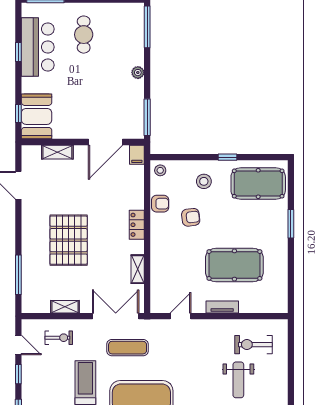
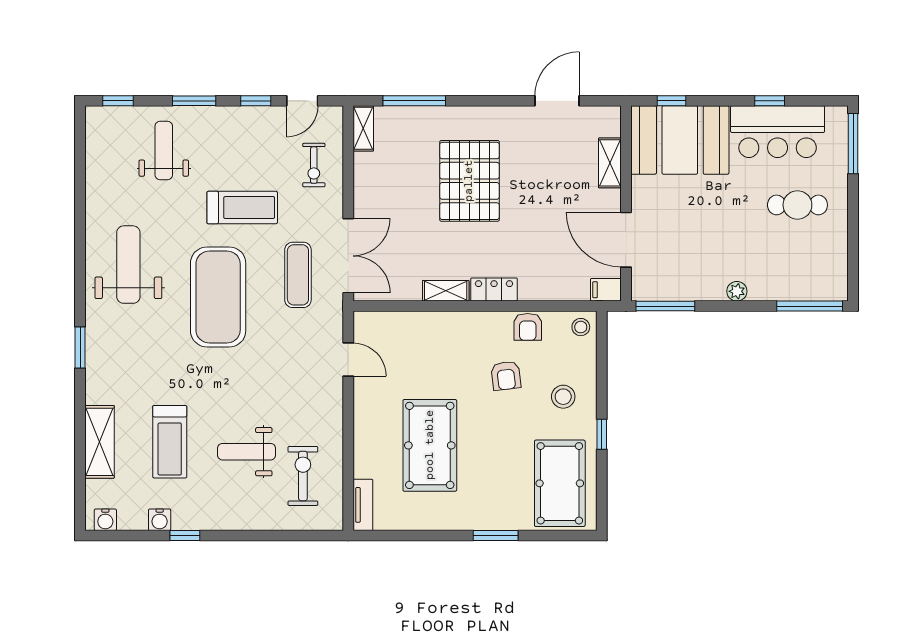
booth: (37, 116) -> (680, 140), width x1.36, depth x1.42
pallet: (69, 240) -> (469, 181), turned 90
shelving: (138, 269) -> (446, 291), moved
shelving: (65, 307) -> (363, 128), moved
tv unit: (222, 307) -> (363, 505), moved

